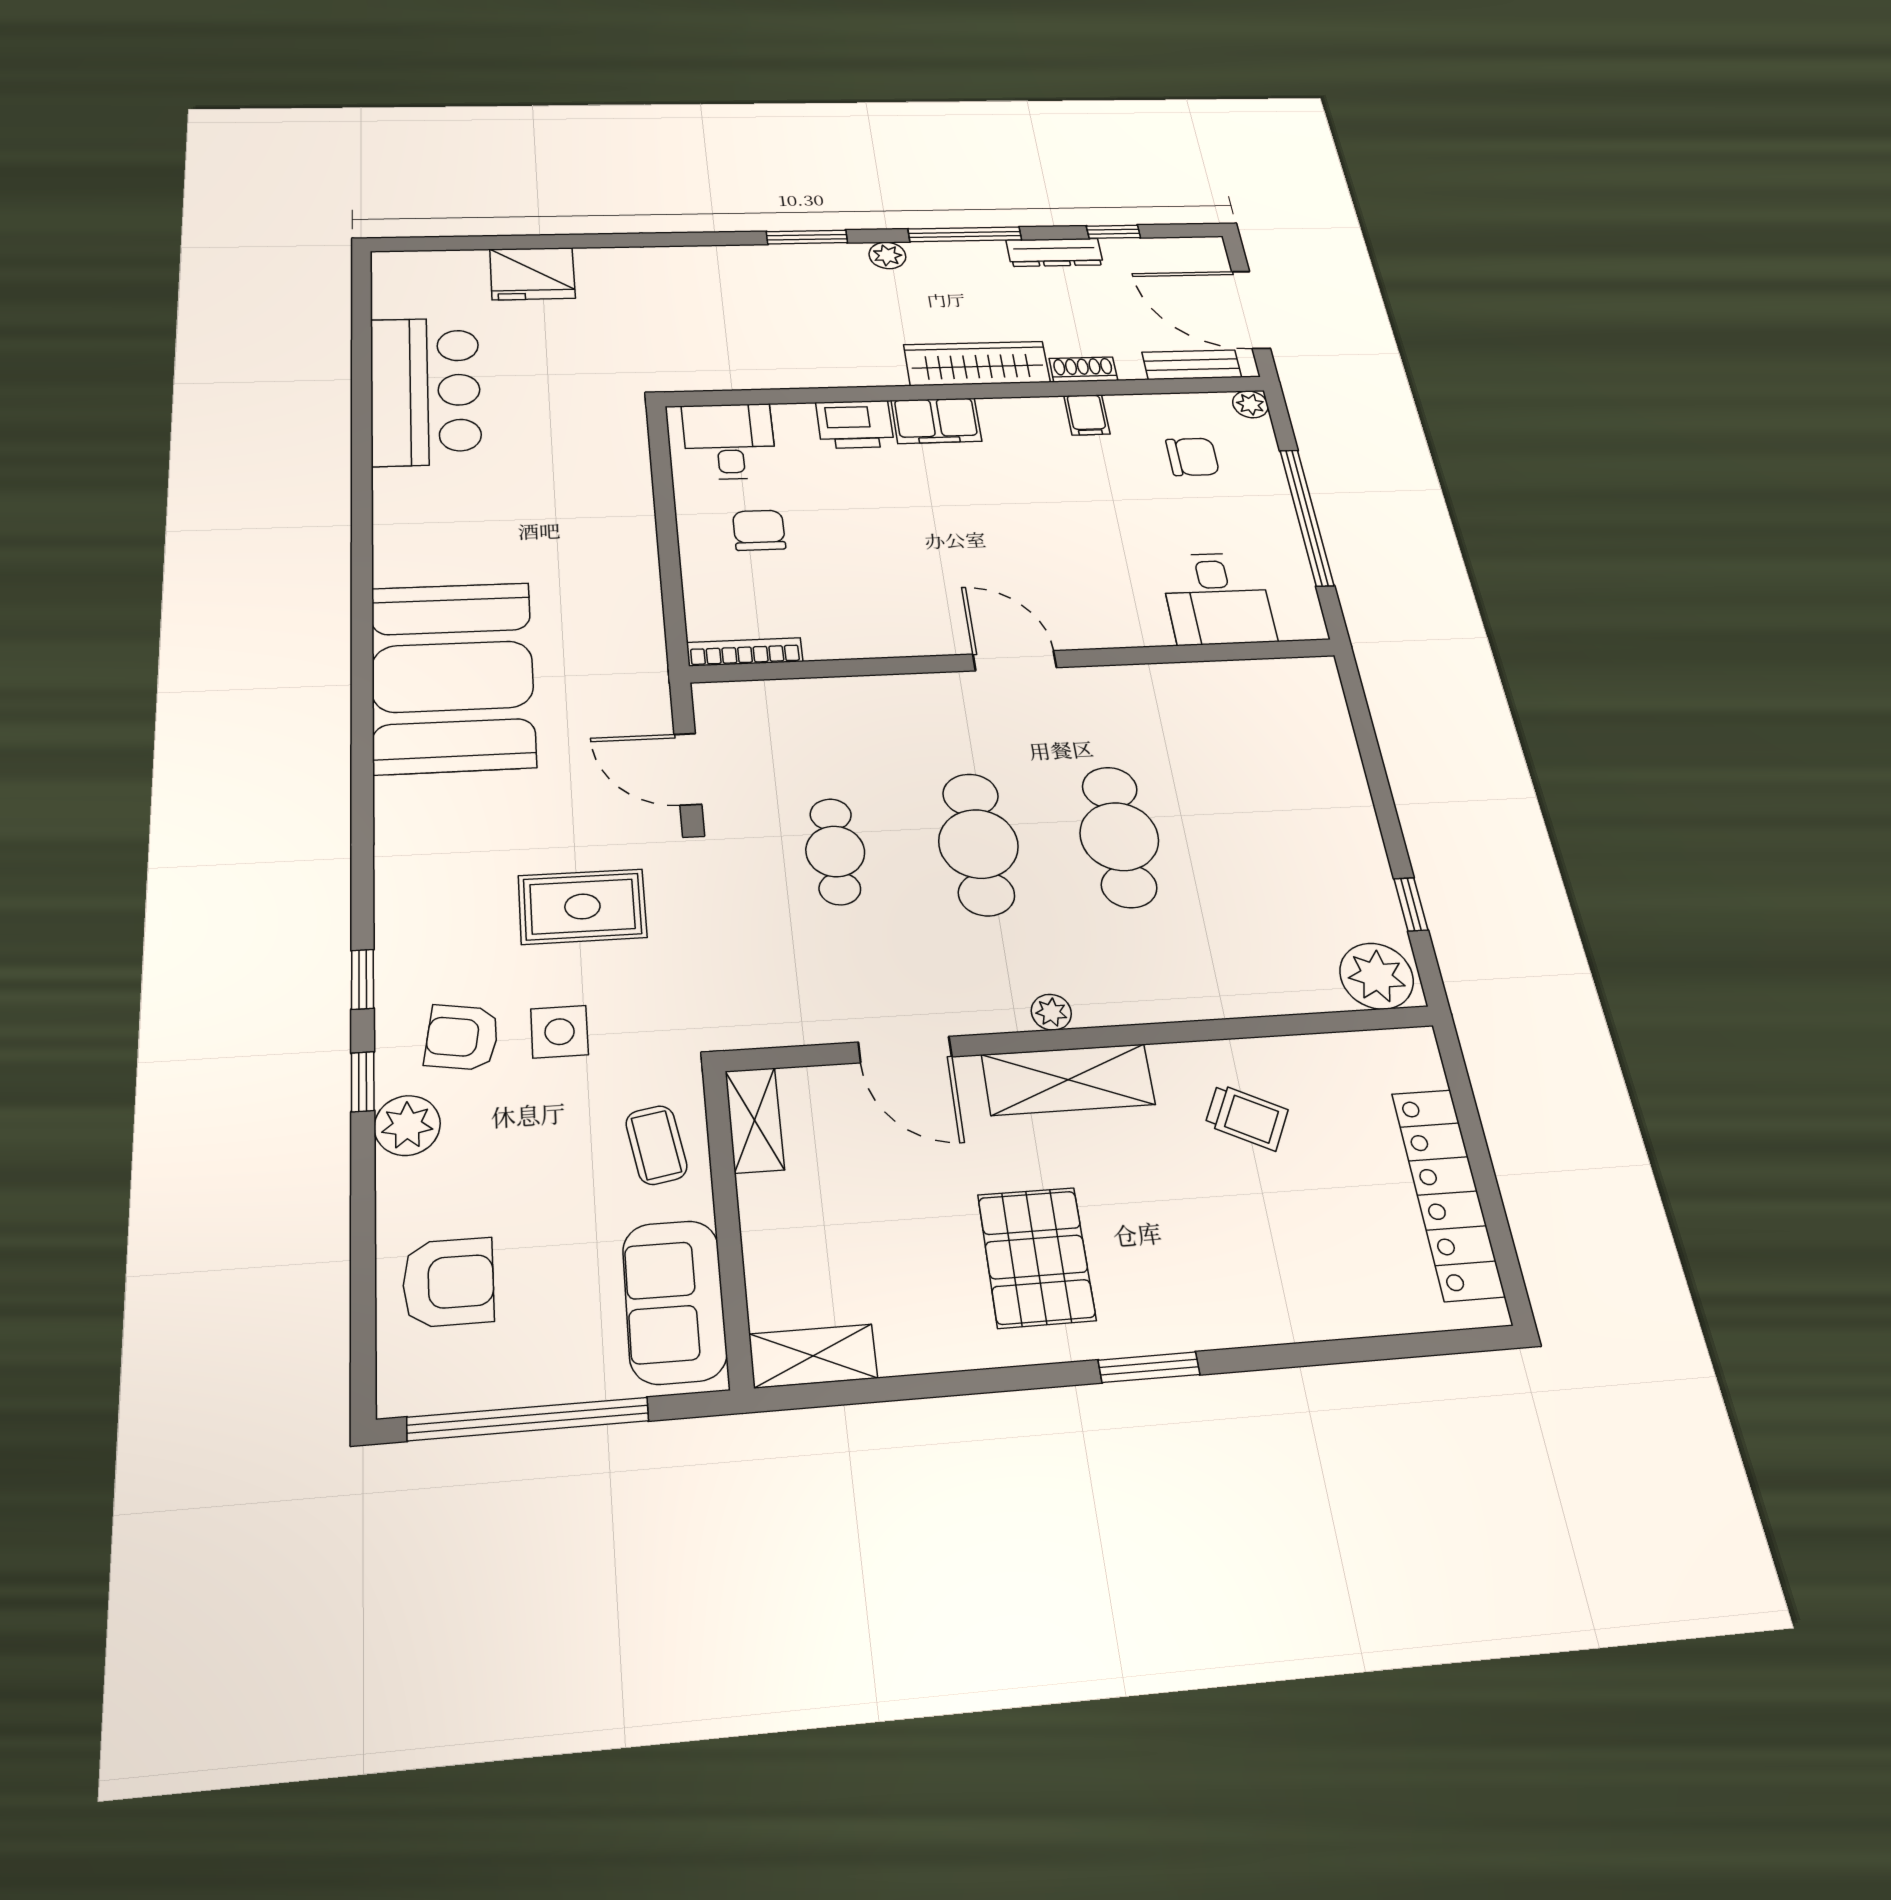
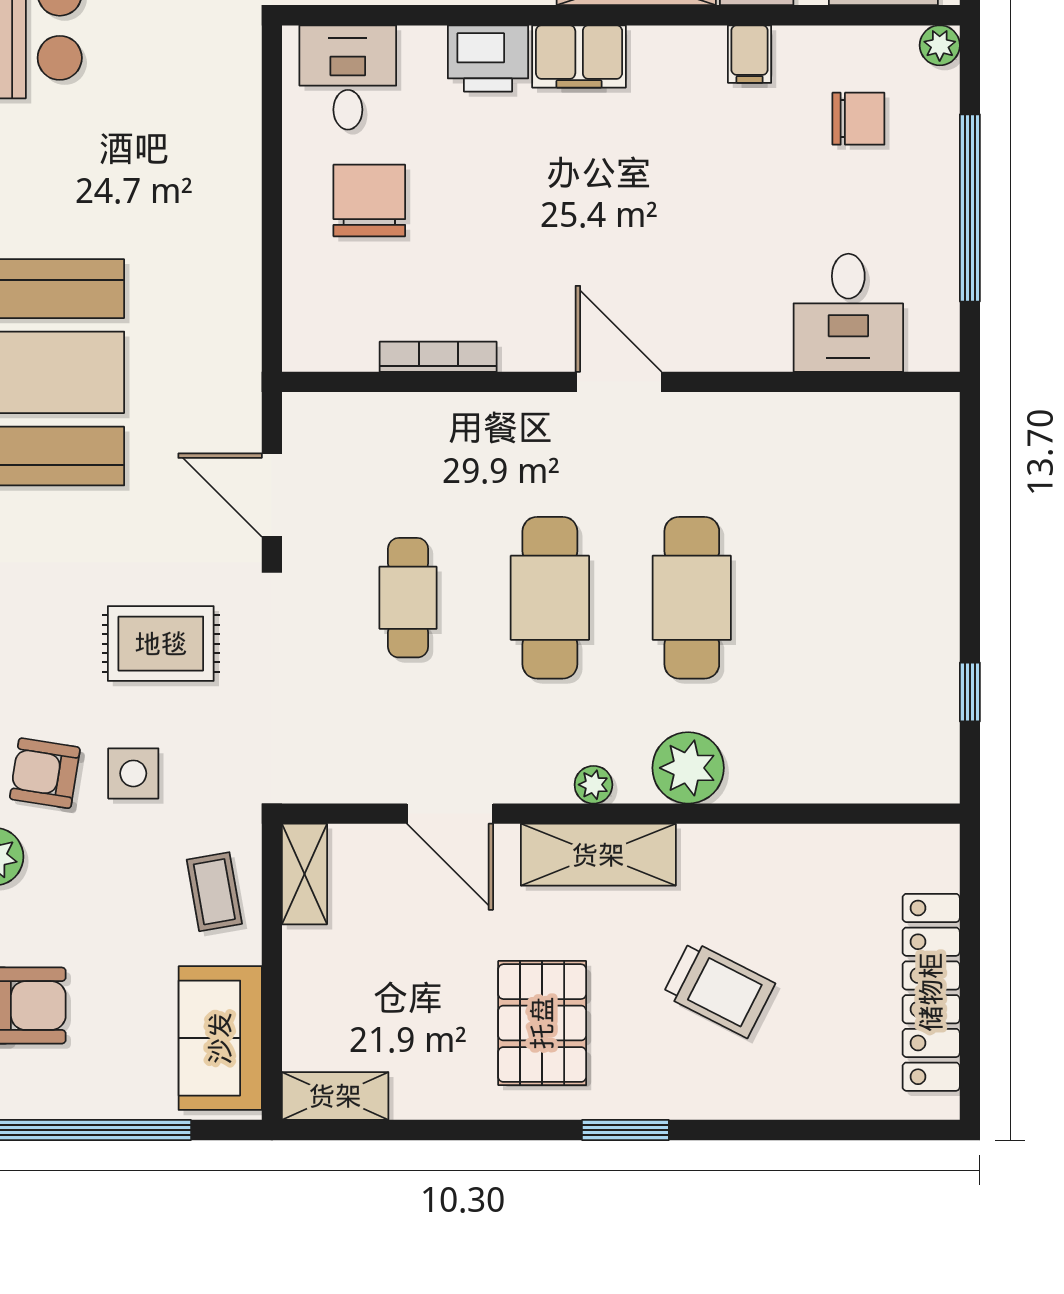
chair: (759, 530) -> (369, 200), width x1.37, depth x1.37
bookcase: (745, 652) -> (438, 357), moved
plant: (1377, 976) -> (688, 768), moved
trolley: (1247, 1117) -> (719, 989), moved, width x1.36, depth x1.39

